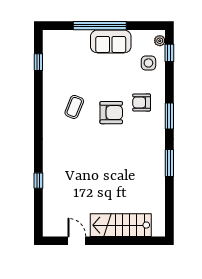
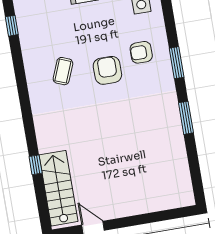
armchair: (111, 113) -> (107, 70), turned -90
stairs: (121, 225) -> (58, 188), moved, turned 90

